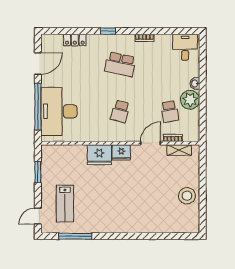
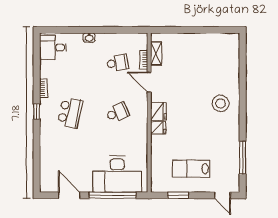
window: (108, 31) -> (37, 112), moved
locker: (75, 40) -> (46, 158), removed
plant: (190, 100) -> (106, 42), removed
school desk: (120, 111) -> (117, 113), turned -39
fridge: (99, 155) -> (158, 128), width x0.53, depth x0.75
stool: (187, 196) -> (221, 103), moved
lab bench: (65, 204) -> (191, 169), moved, turned 180

